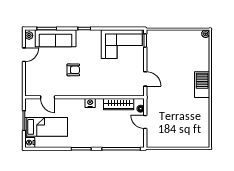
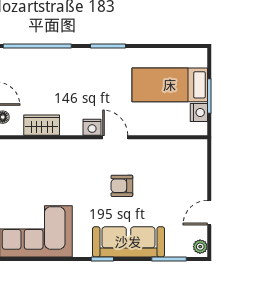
sofa: (56, 38) -> (128, 242), moved
door: (48, 97) -> (115, 137), moved
wardrobe: (119, 104) -> (42, 125), width x0.67
nightstand: (30, 143) -> (199, 113), moved

